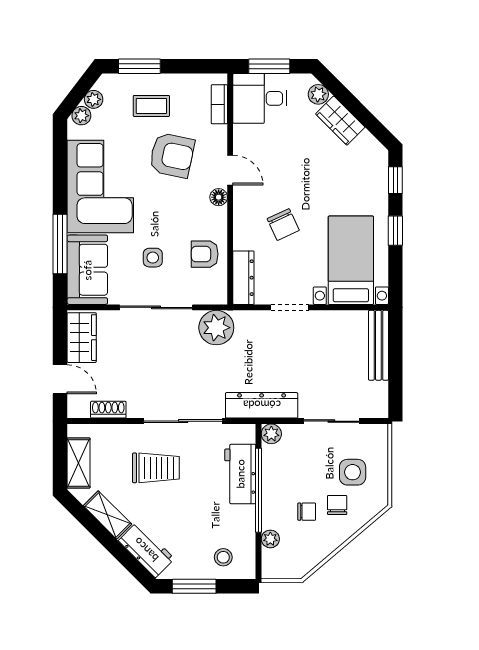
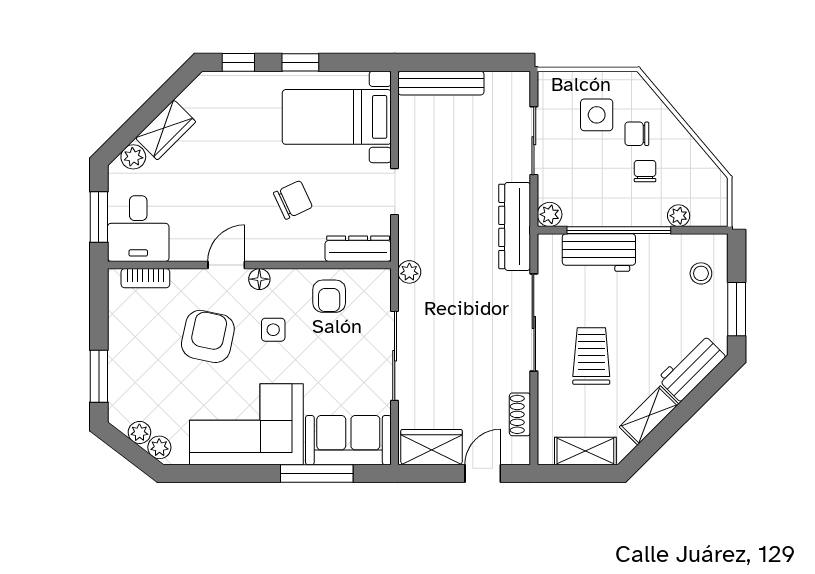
coffee table: (151, 106) -> (148, 362), removed
side table: (153, 258) -> (273, 330), moved
plant: (216, 328) -> (409, 272), width x0.53, depth x0.53

